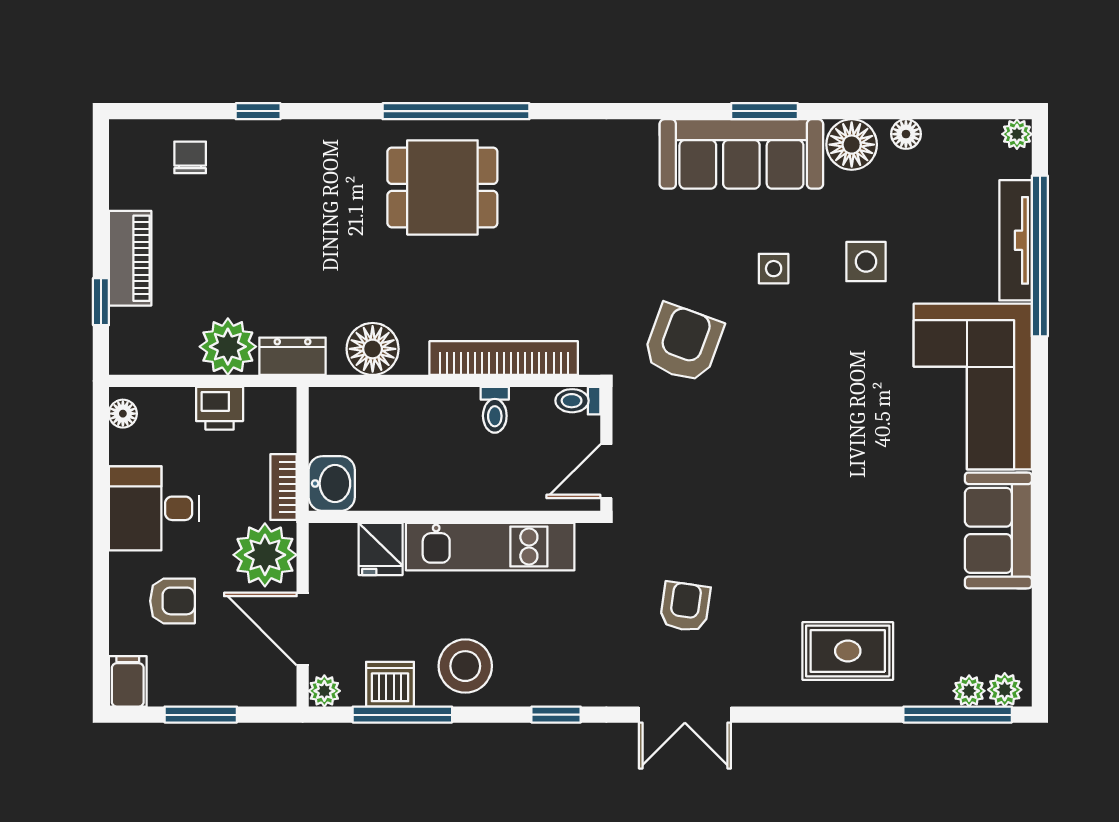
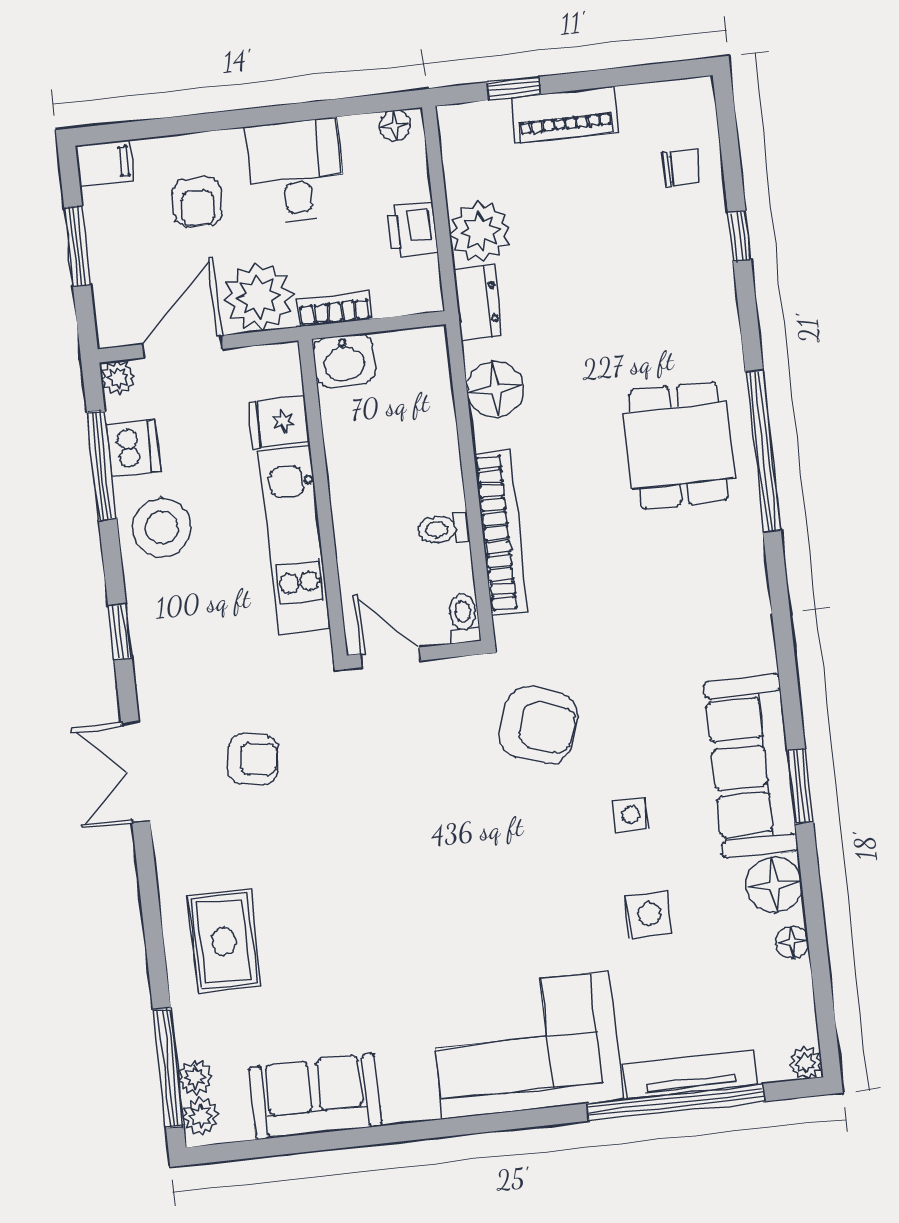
sofa: (998, 530) -> (315, 1097), moved

